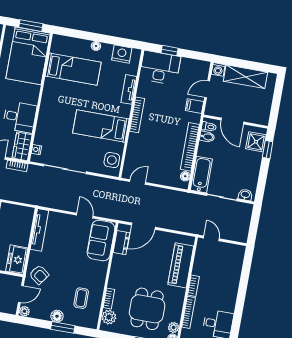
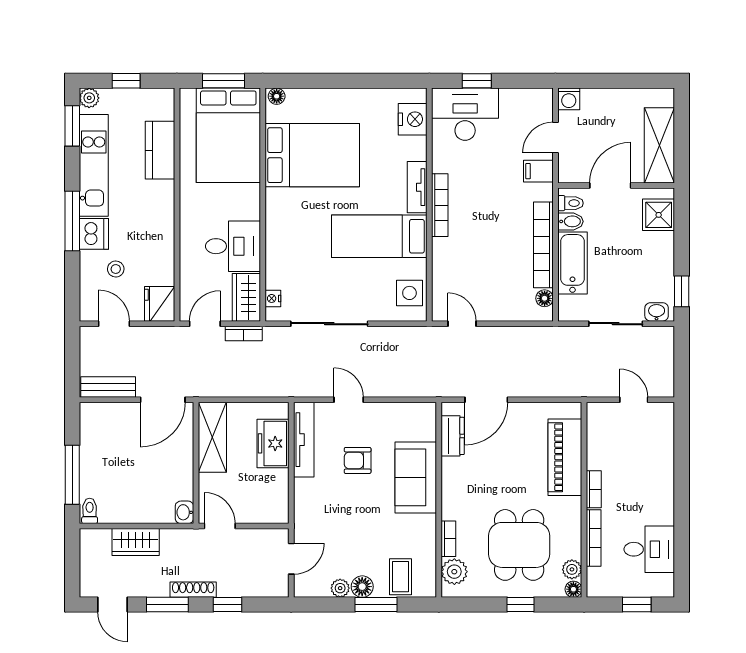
floor lamp: (96, 46) -> (277, 96), moved
nightstand: (122, 54) -> (413, 119), moved, turned 90
bed: (73, 69) -> (312, 155), width x1.50
shelving: (245, 77) -> (659, 145), moved, turned 90
tv unit: (129, 89) -> (417, 187), moved
door: (232, 121) -> (610, 186), swing flipped
window: (268, 150) -> (682, 291), moved
bathtub: (201, 175) -> (573, 263), moved
door: (138, 182) -> (462, 324), hinge flipped
door: (85, 216) -> (349, 400), moved
door: (211, 238) -> (634, 400), moved
sofa: (101, 240) -> (416, 477), moved
freezer: (17, 260) -> (273, 443), moved
armchair: (39, 275) -> (358, 460), moved, turned 144
coffee table: (81, 298) -> (401, 577), moved
plant: (24, 311) -> (340, 588), moved

